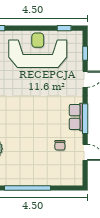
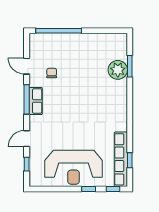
window: (64, 28) -> (89, 189), moved
window: (27, 188) -> (59, 31), moved

